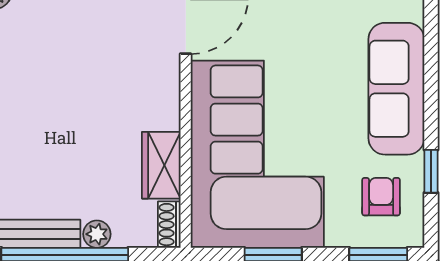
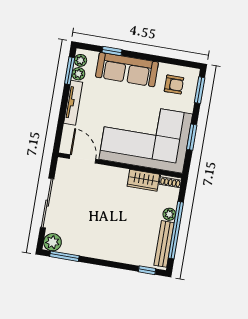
window: (431, 171) -> (112, 51), moved
armchair: (381, 197) -> (174, 85), turned 180

